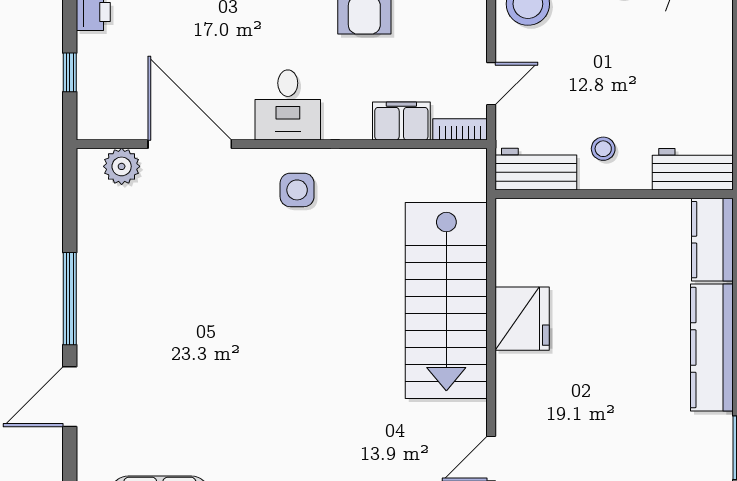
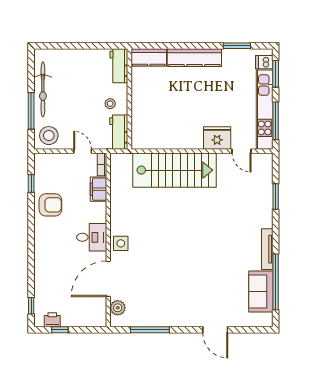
window: (70, 72) -> (60, 330), moved
side table: (297, 190) -> (121, 243), moved
window: (70, 299) -> (150, 330), moved
fridge: (522, 319) -> (217, 138), moved

